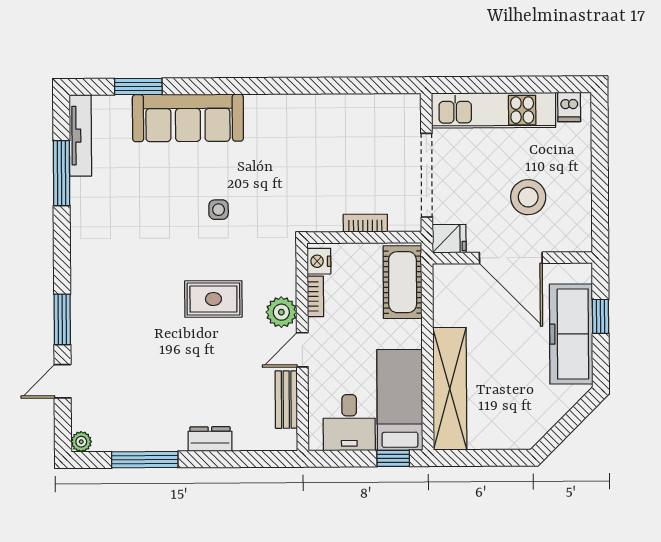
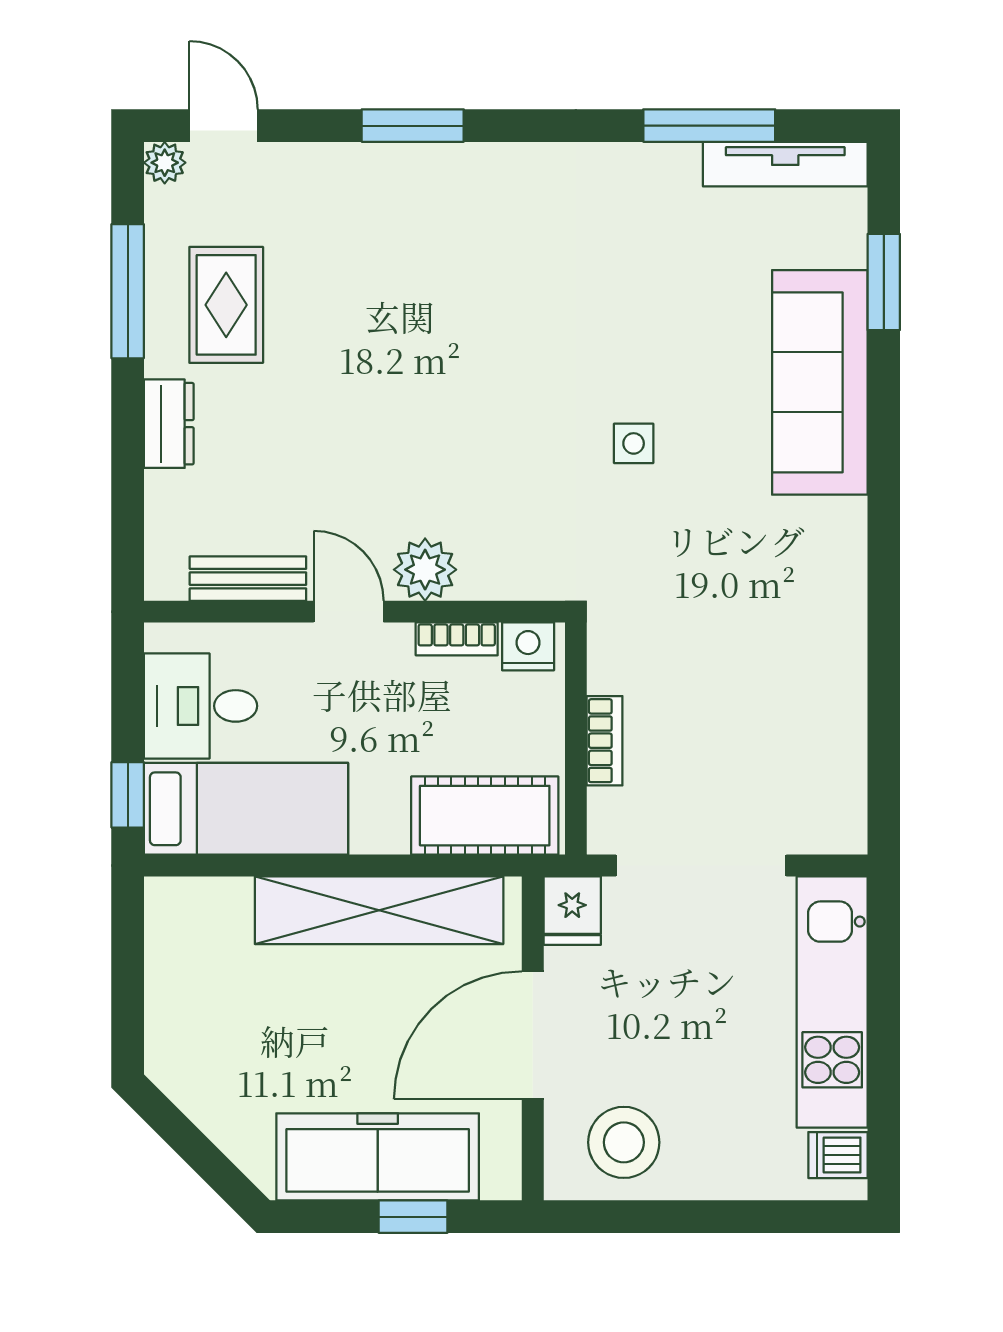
stool: (528, 197) -> (624, 1142), moved
rug: (213, 299) -> (226, 305), moved
door: (63, 381) -> (224, 126), moved
shelving: (450, 389) -> (379, 910), moved

